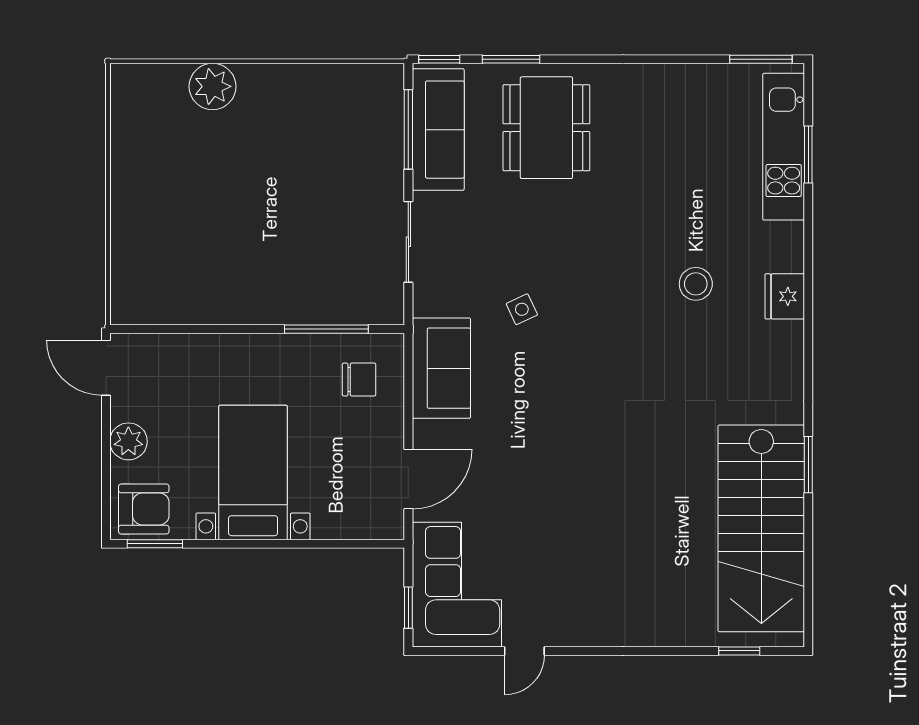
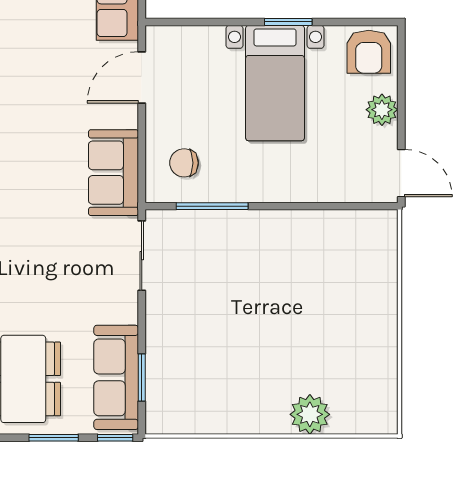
window: (408, 129) -> (142, 378), width x0.69
sliding door: (408, 242) -> (142, 256), moved
side table: (522, 309) -> (44, 223), removed
armchair: (144, 509) -> (369, 52), turned -90
window: (155, 544) -> (288, 22), moved

